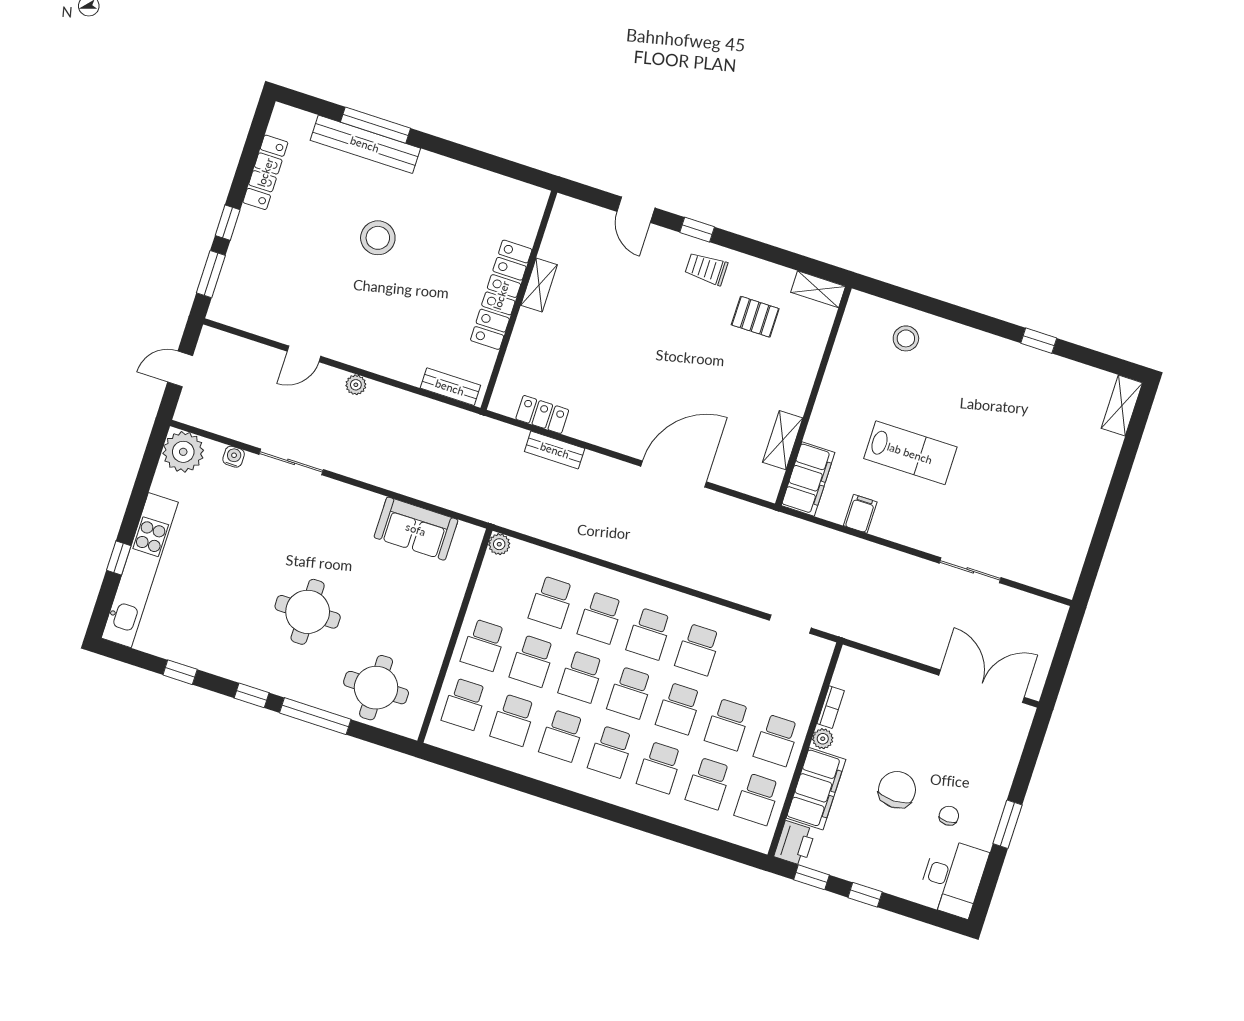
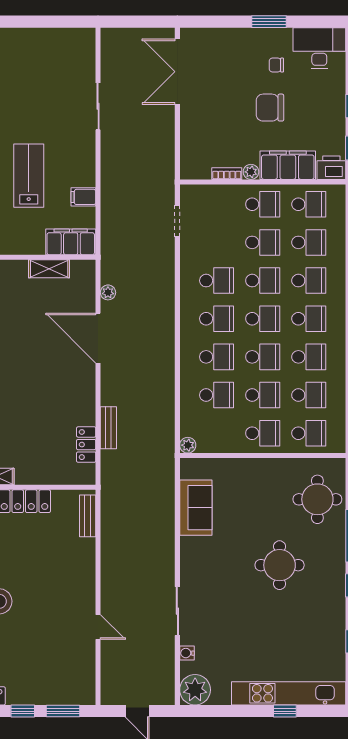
plant: (356, 385) -> (108, 292), moved

